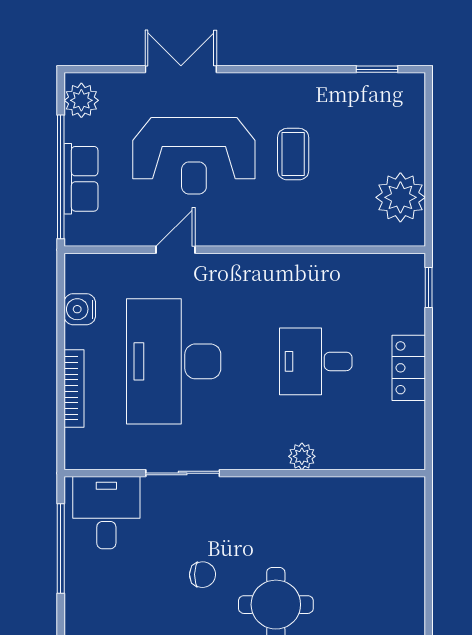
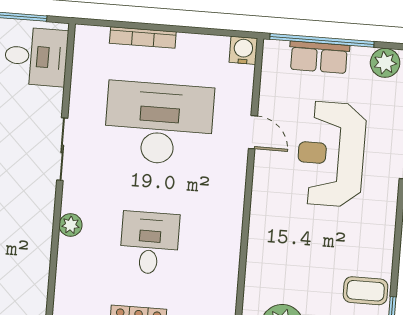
coffee table: (293, 154) -> (366, 291), moved
water cooler: (80, 309) -> (243, 50), moved
sliding door: (183, 473) -> (62, 149), moved

